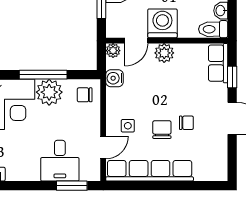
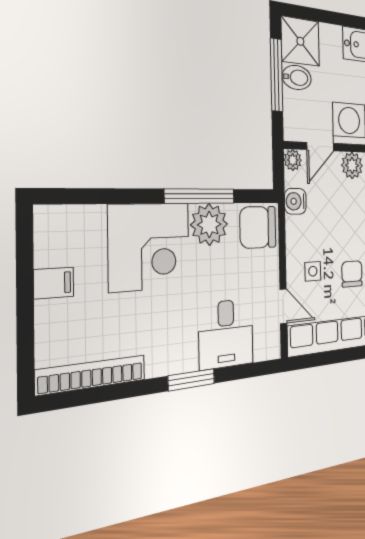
chair: (85, 95) -> (258, 227), width x1.87, depth x1.87
door: (103, 147) -> (283, 306), hinge flipped
window: (72, 186) -> (191, 380), moved

